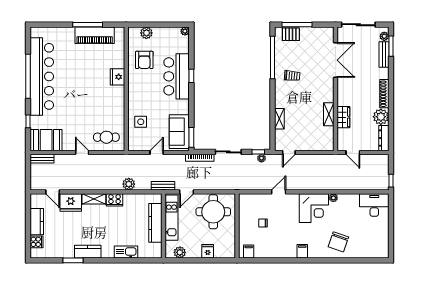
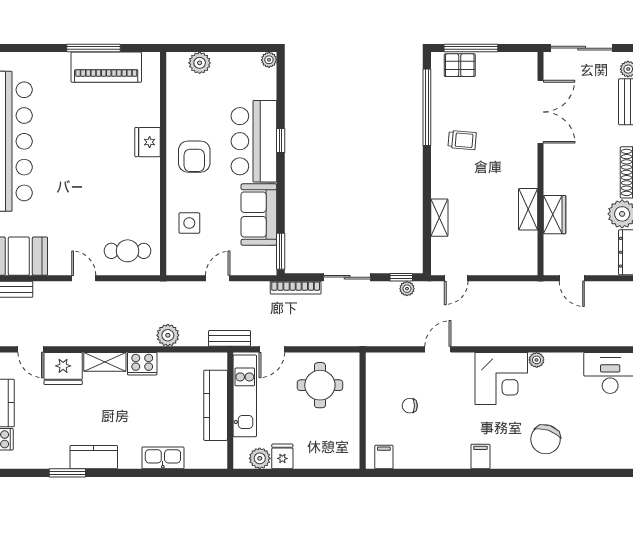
armchair: (144, 60) -> (194, 157), moved
sofa: (179, 132) -> (259, 214), moved
round table: (213, 212) -> (320, 385), width x0.73, depth x0.73
fridge: (208, 251) -> (282, 456), moved

